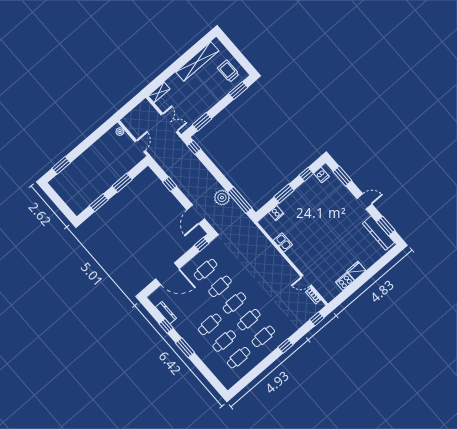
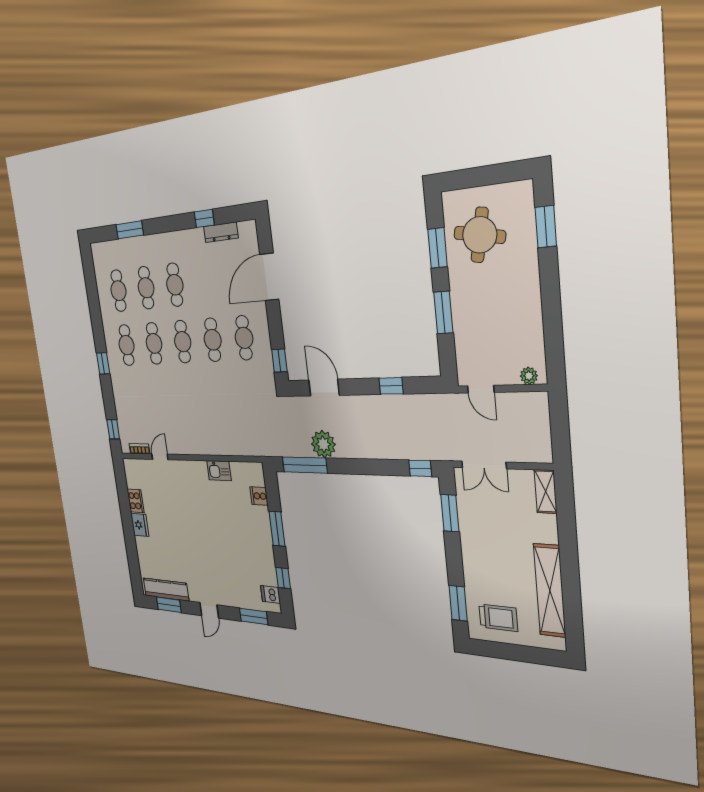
round table: (82, 189) -> (480, 235), added
window: (185, 348) -> (130, 230), moved

